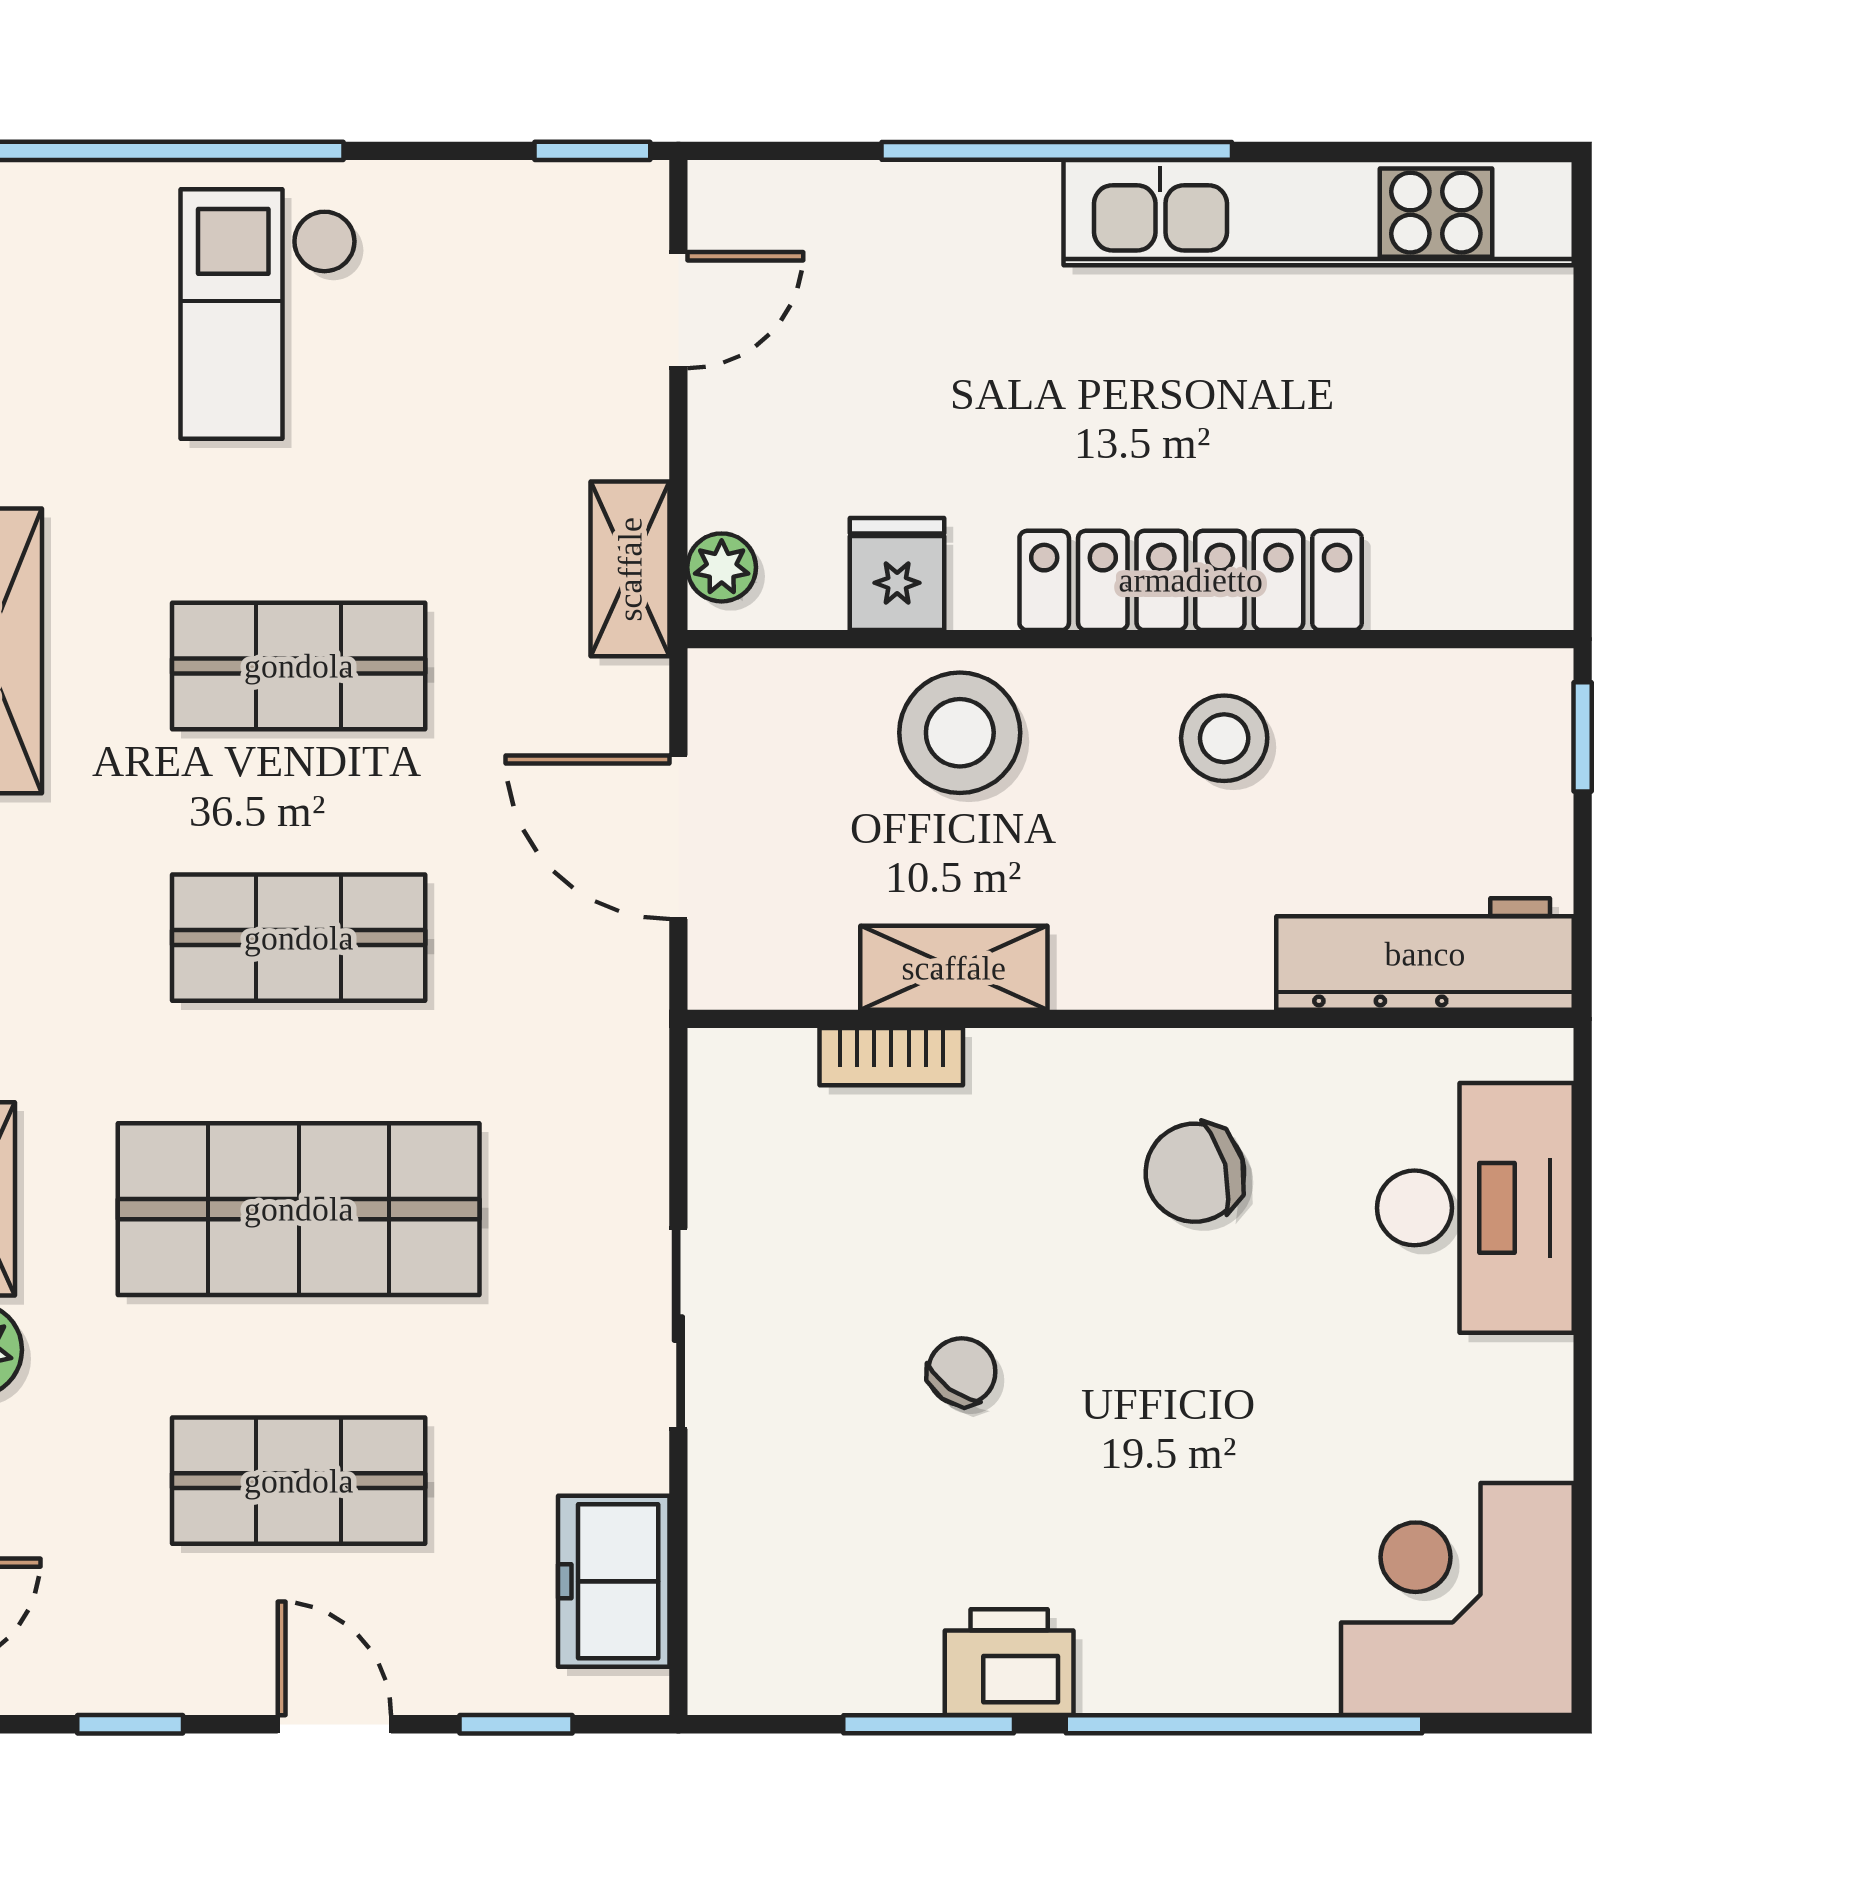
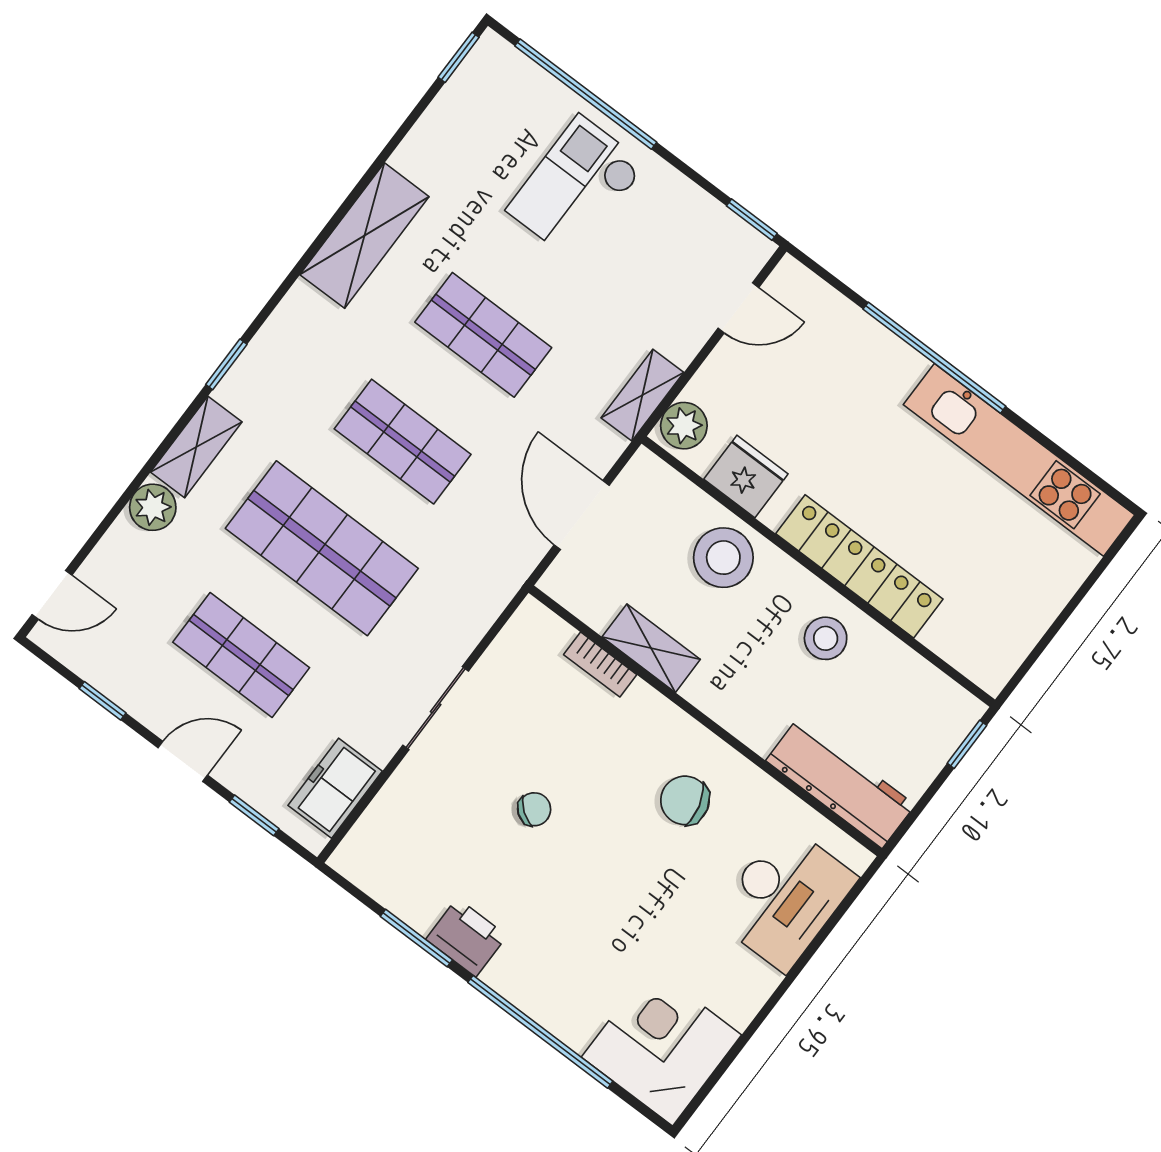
plant: (722, 567) -> (684, 426), width x1.38, depth x1.38
fridge: (897, 574) -> (746, 477), width x1.38
door: (334, 1724) -> (183, 761), hinge flipped

